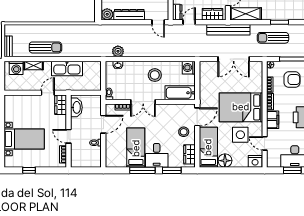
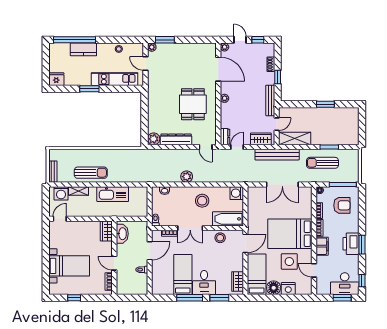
plant: (118, 51) -> (187, 177), moved
door: (48, 93) -> (60, 219), moved
stool: (184, 132) -> (220, 238), moved
nightstand: (255, 161) -> (288, 289), moved

